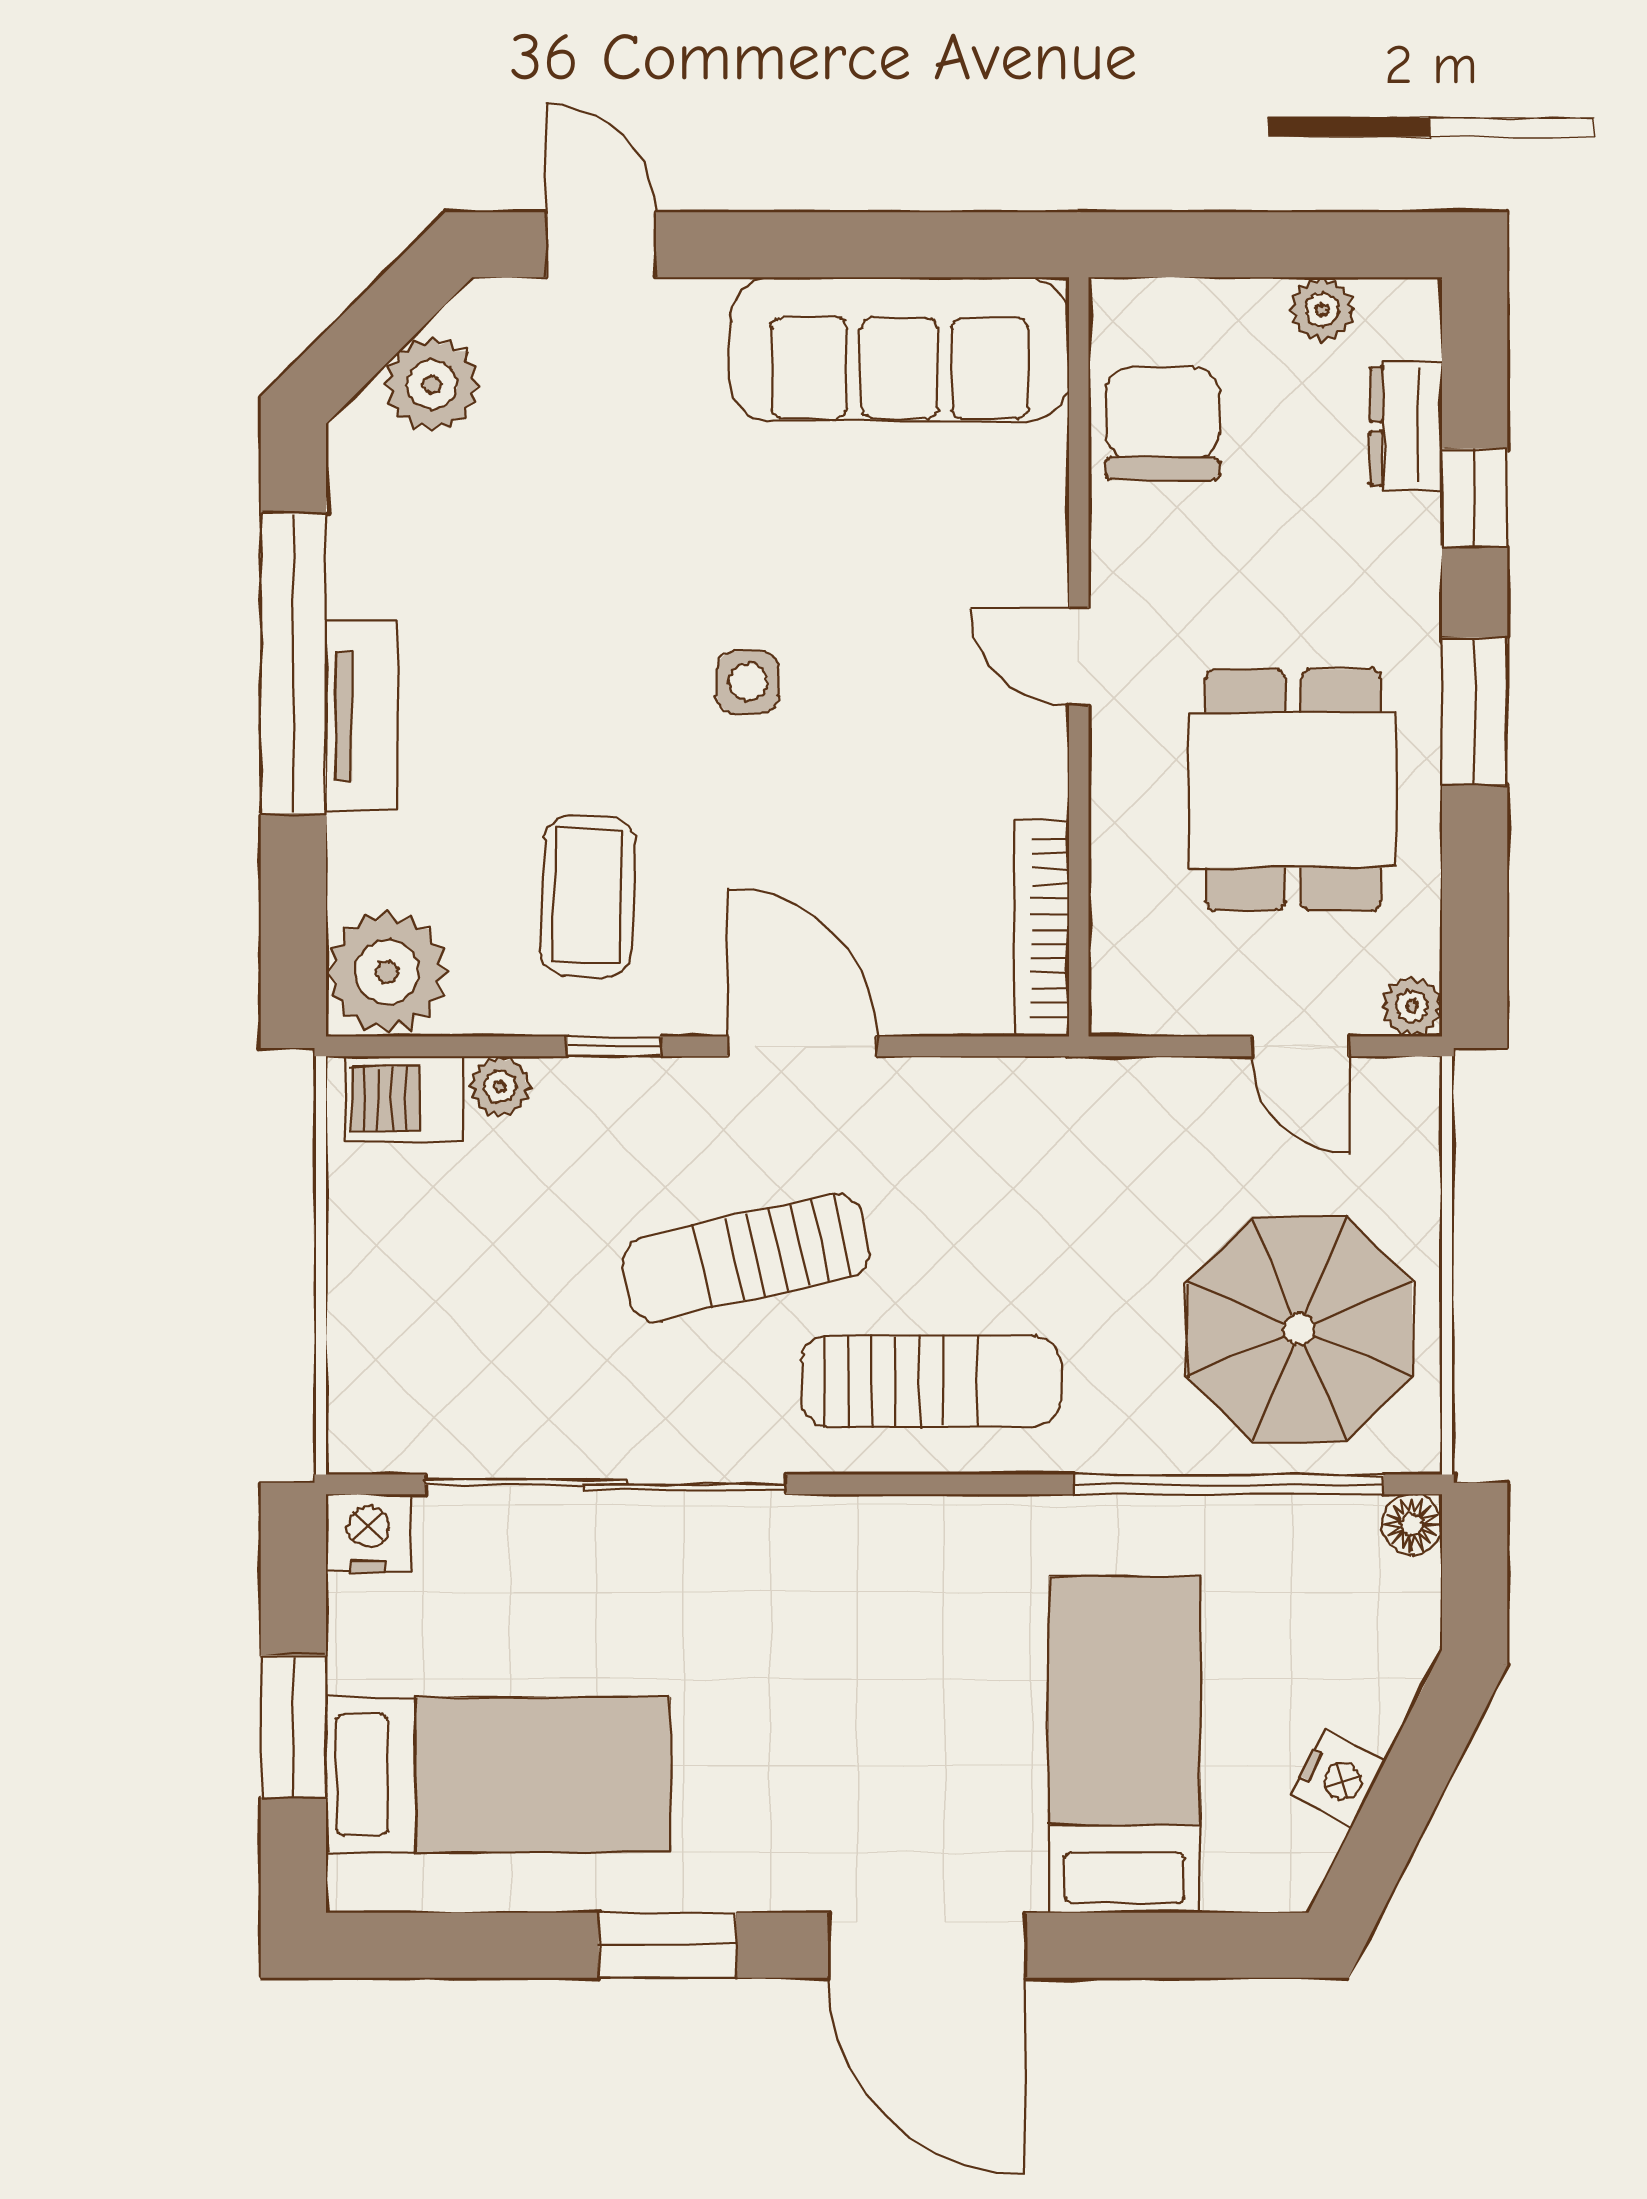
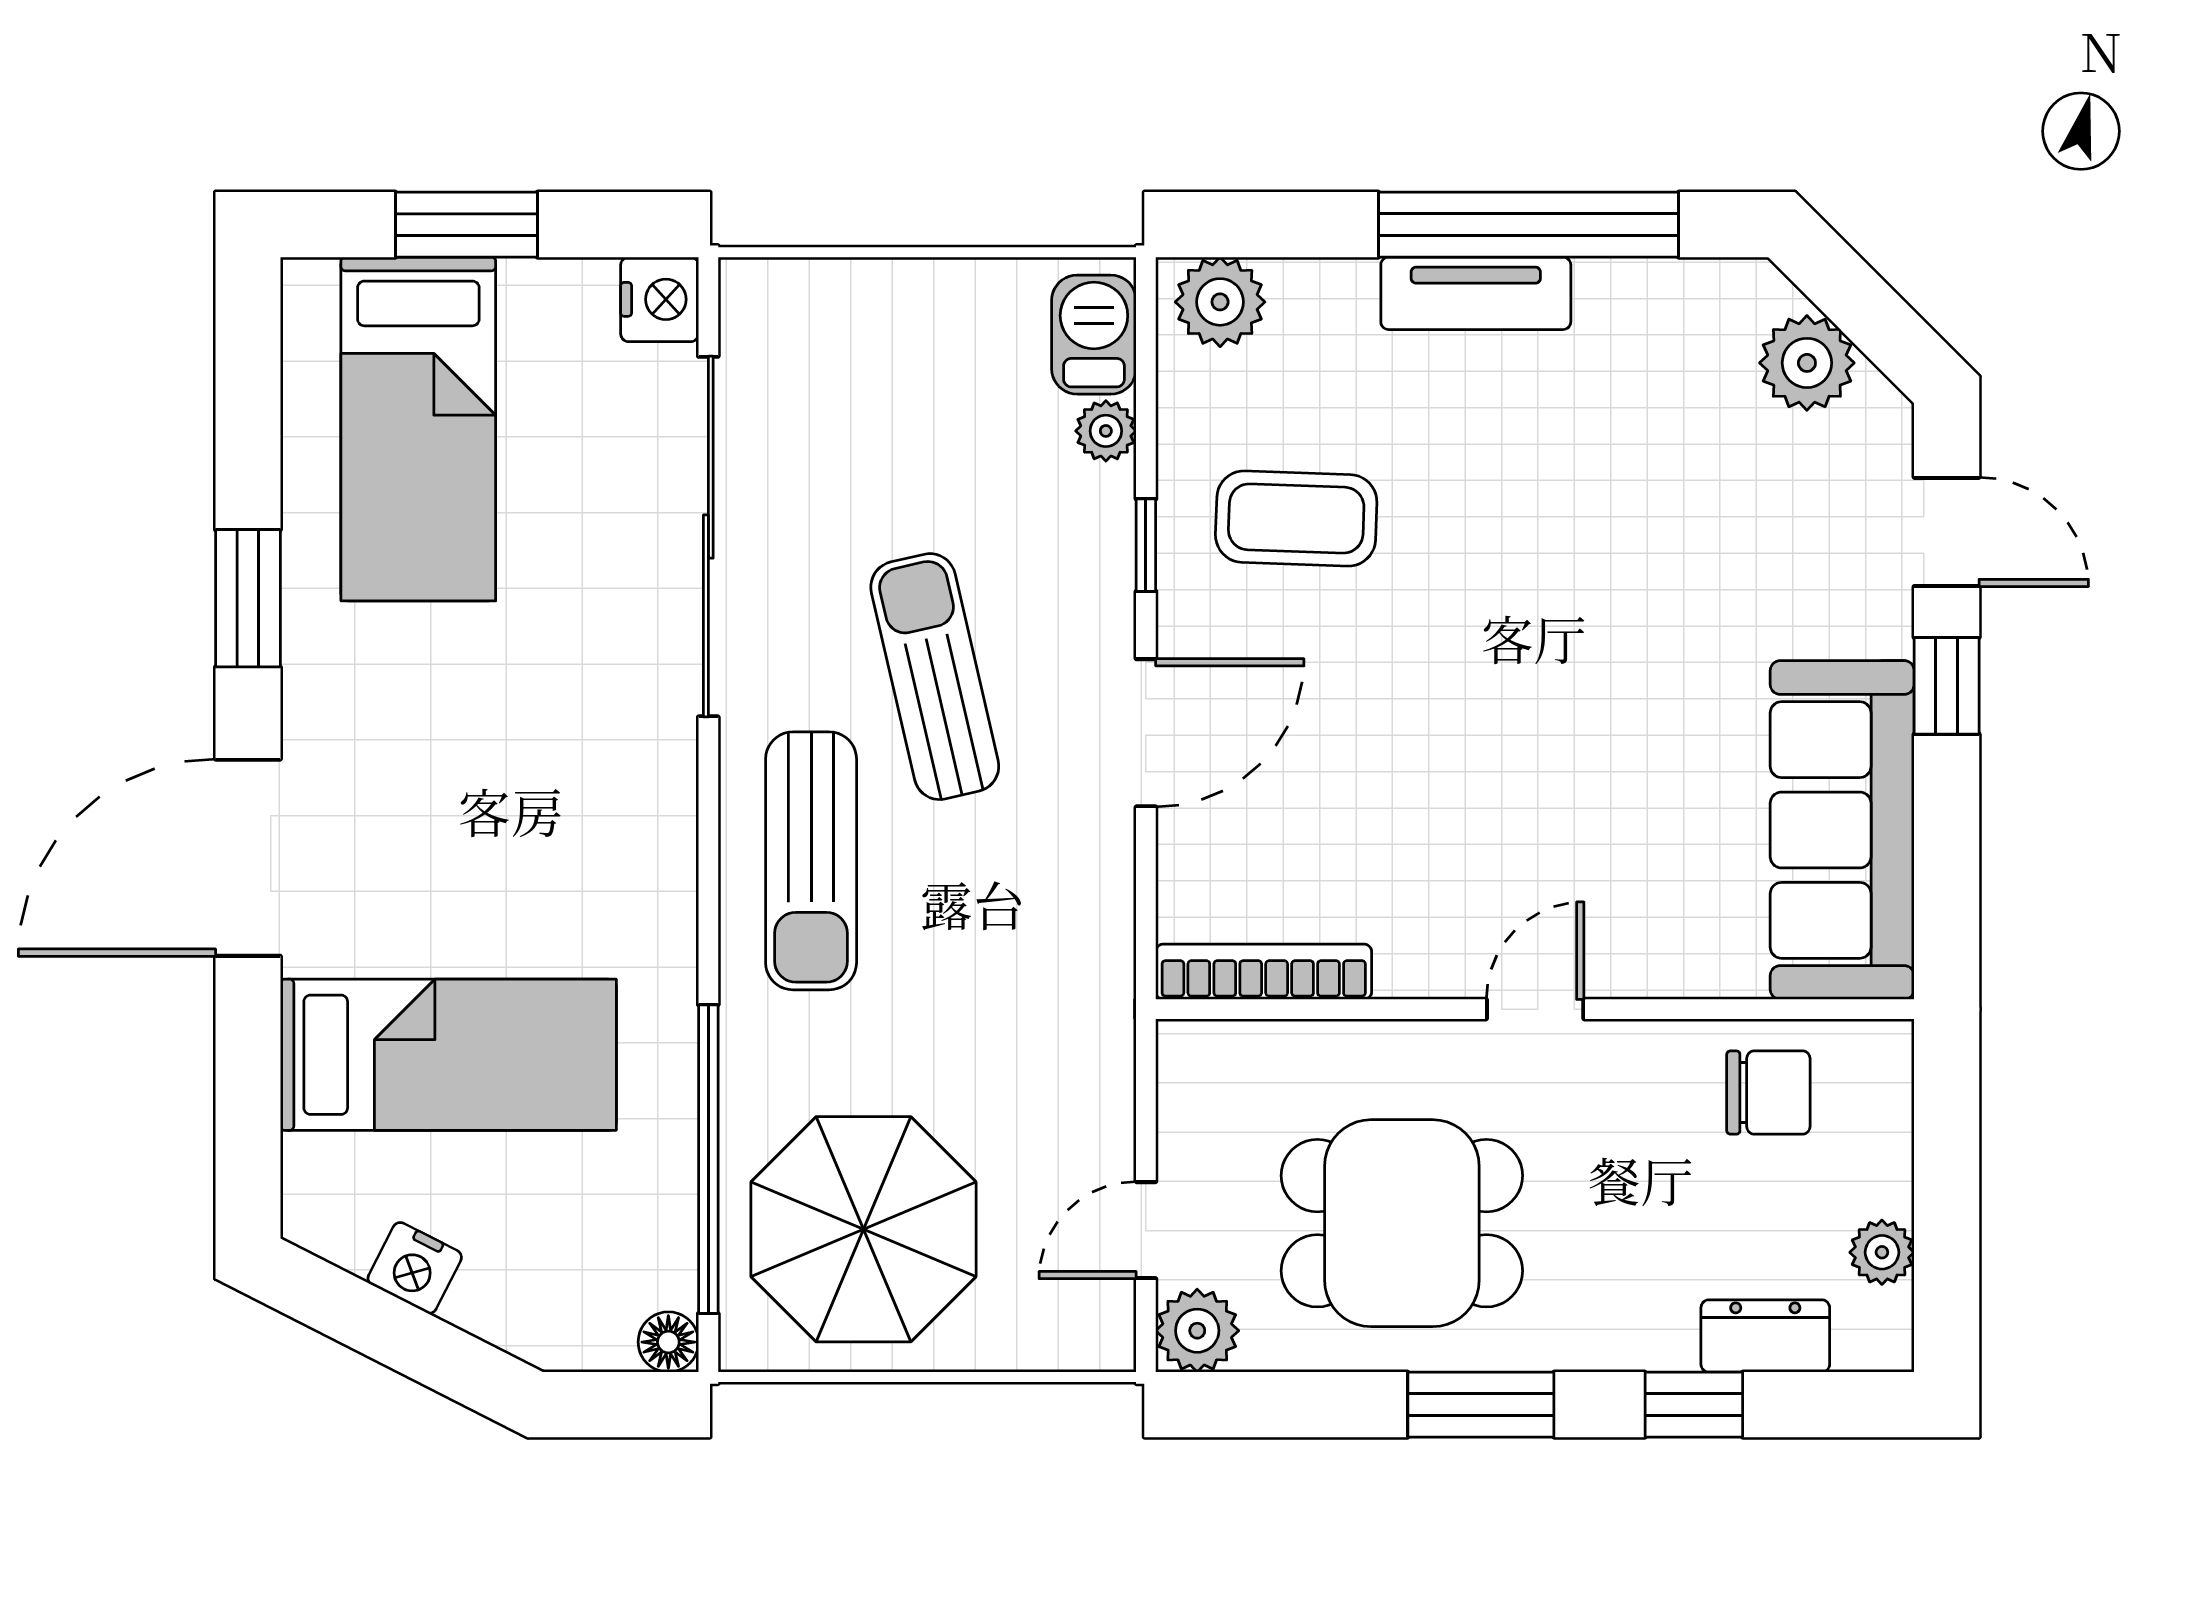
door: (601, 245) -> (1947, 532), hinge flipped
window: (755, 245) -> (1947, 686), added
chair: (1162, 423) -> (1768, 1093), width x0.73, depth x0.73
side table: (748, 682) -> (1510, 679), removed
plant: (387, 972) -> (1220, 302), width x0.73, depth x0.73
plant: (1412, 1006) -> (1197, 1331), width x1.38, depth x1.38

